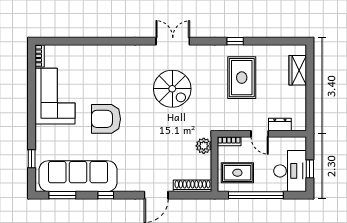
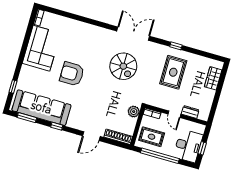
double door: (173, 41) -> (133, 34), width x1.37

